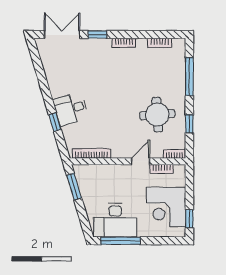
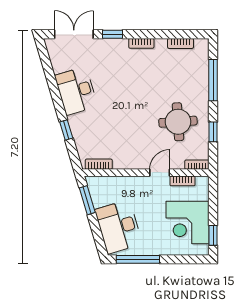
desk: (71, 109) -> (76, 91), moved, width x1.37
bookcase: (92, 154) -> (99, 164), width x0.64
desk: (115, 220) -> (119, 227), moved, turned 73

